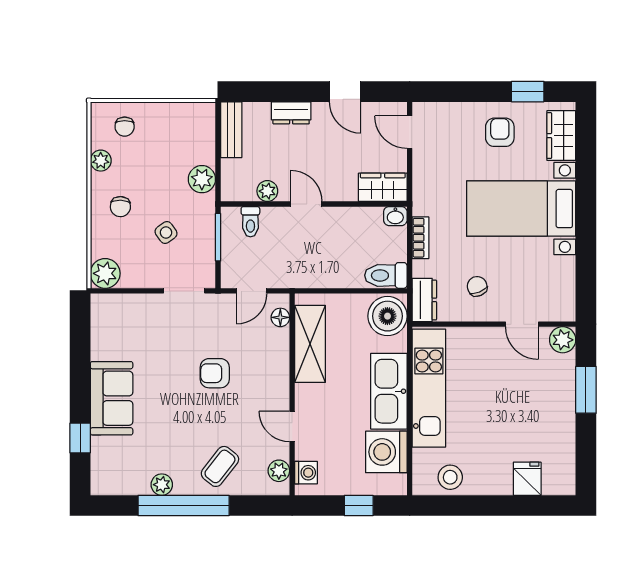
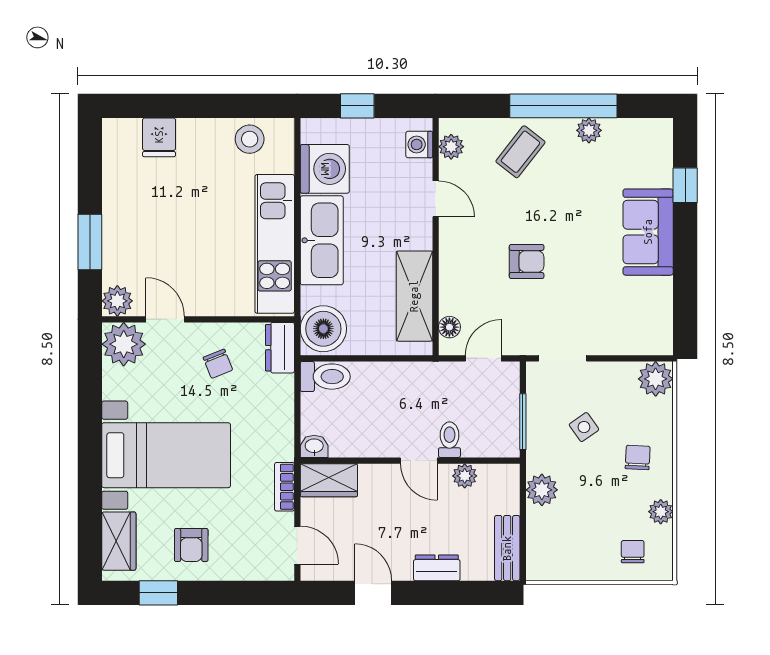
toilet: (250, 222) -> (449, 440), moved
bookcase: (421, 238) -> (284, 487), moved
plant: (557, 303) -> (124, 344), added

